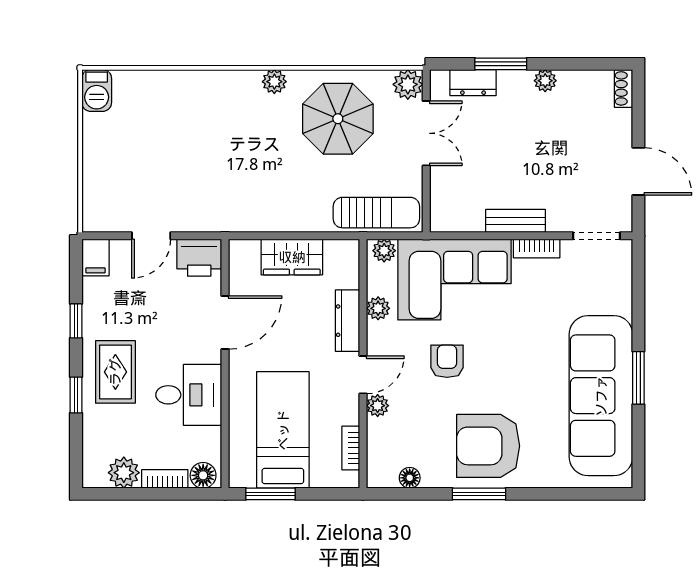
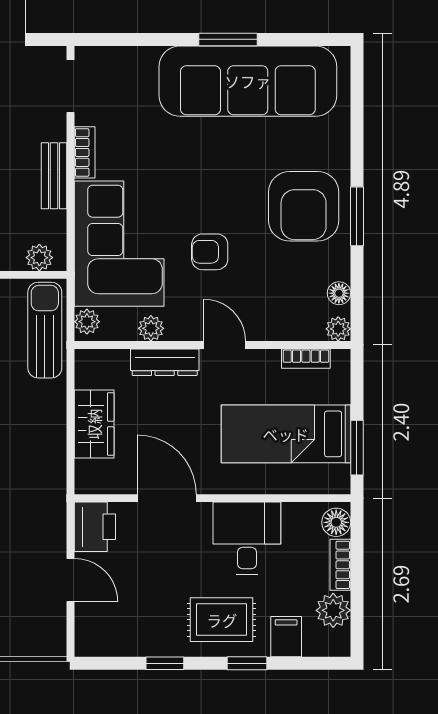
plant: (442, 208) -> (39, 258), added
filing cabinet: (95, 258) -> (286, 637), moved, turned -90
plant: (378, 406) -> (338, 329), moved

